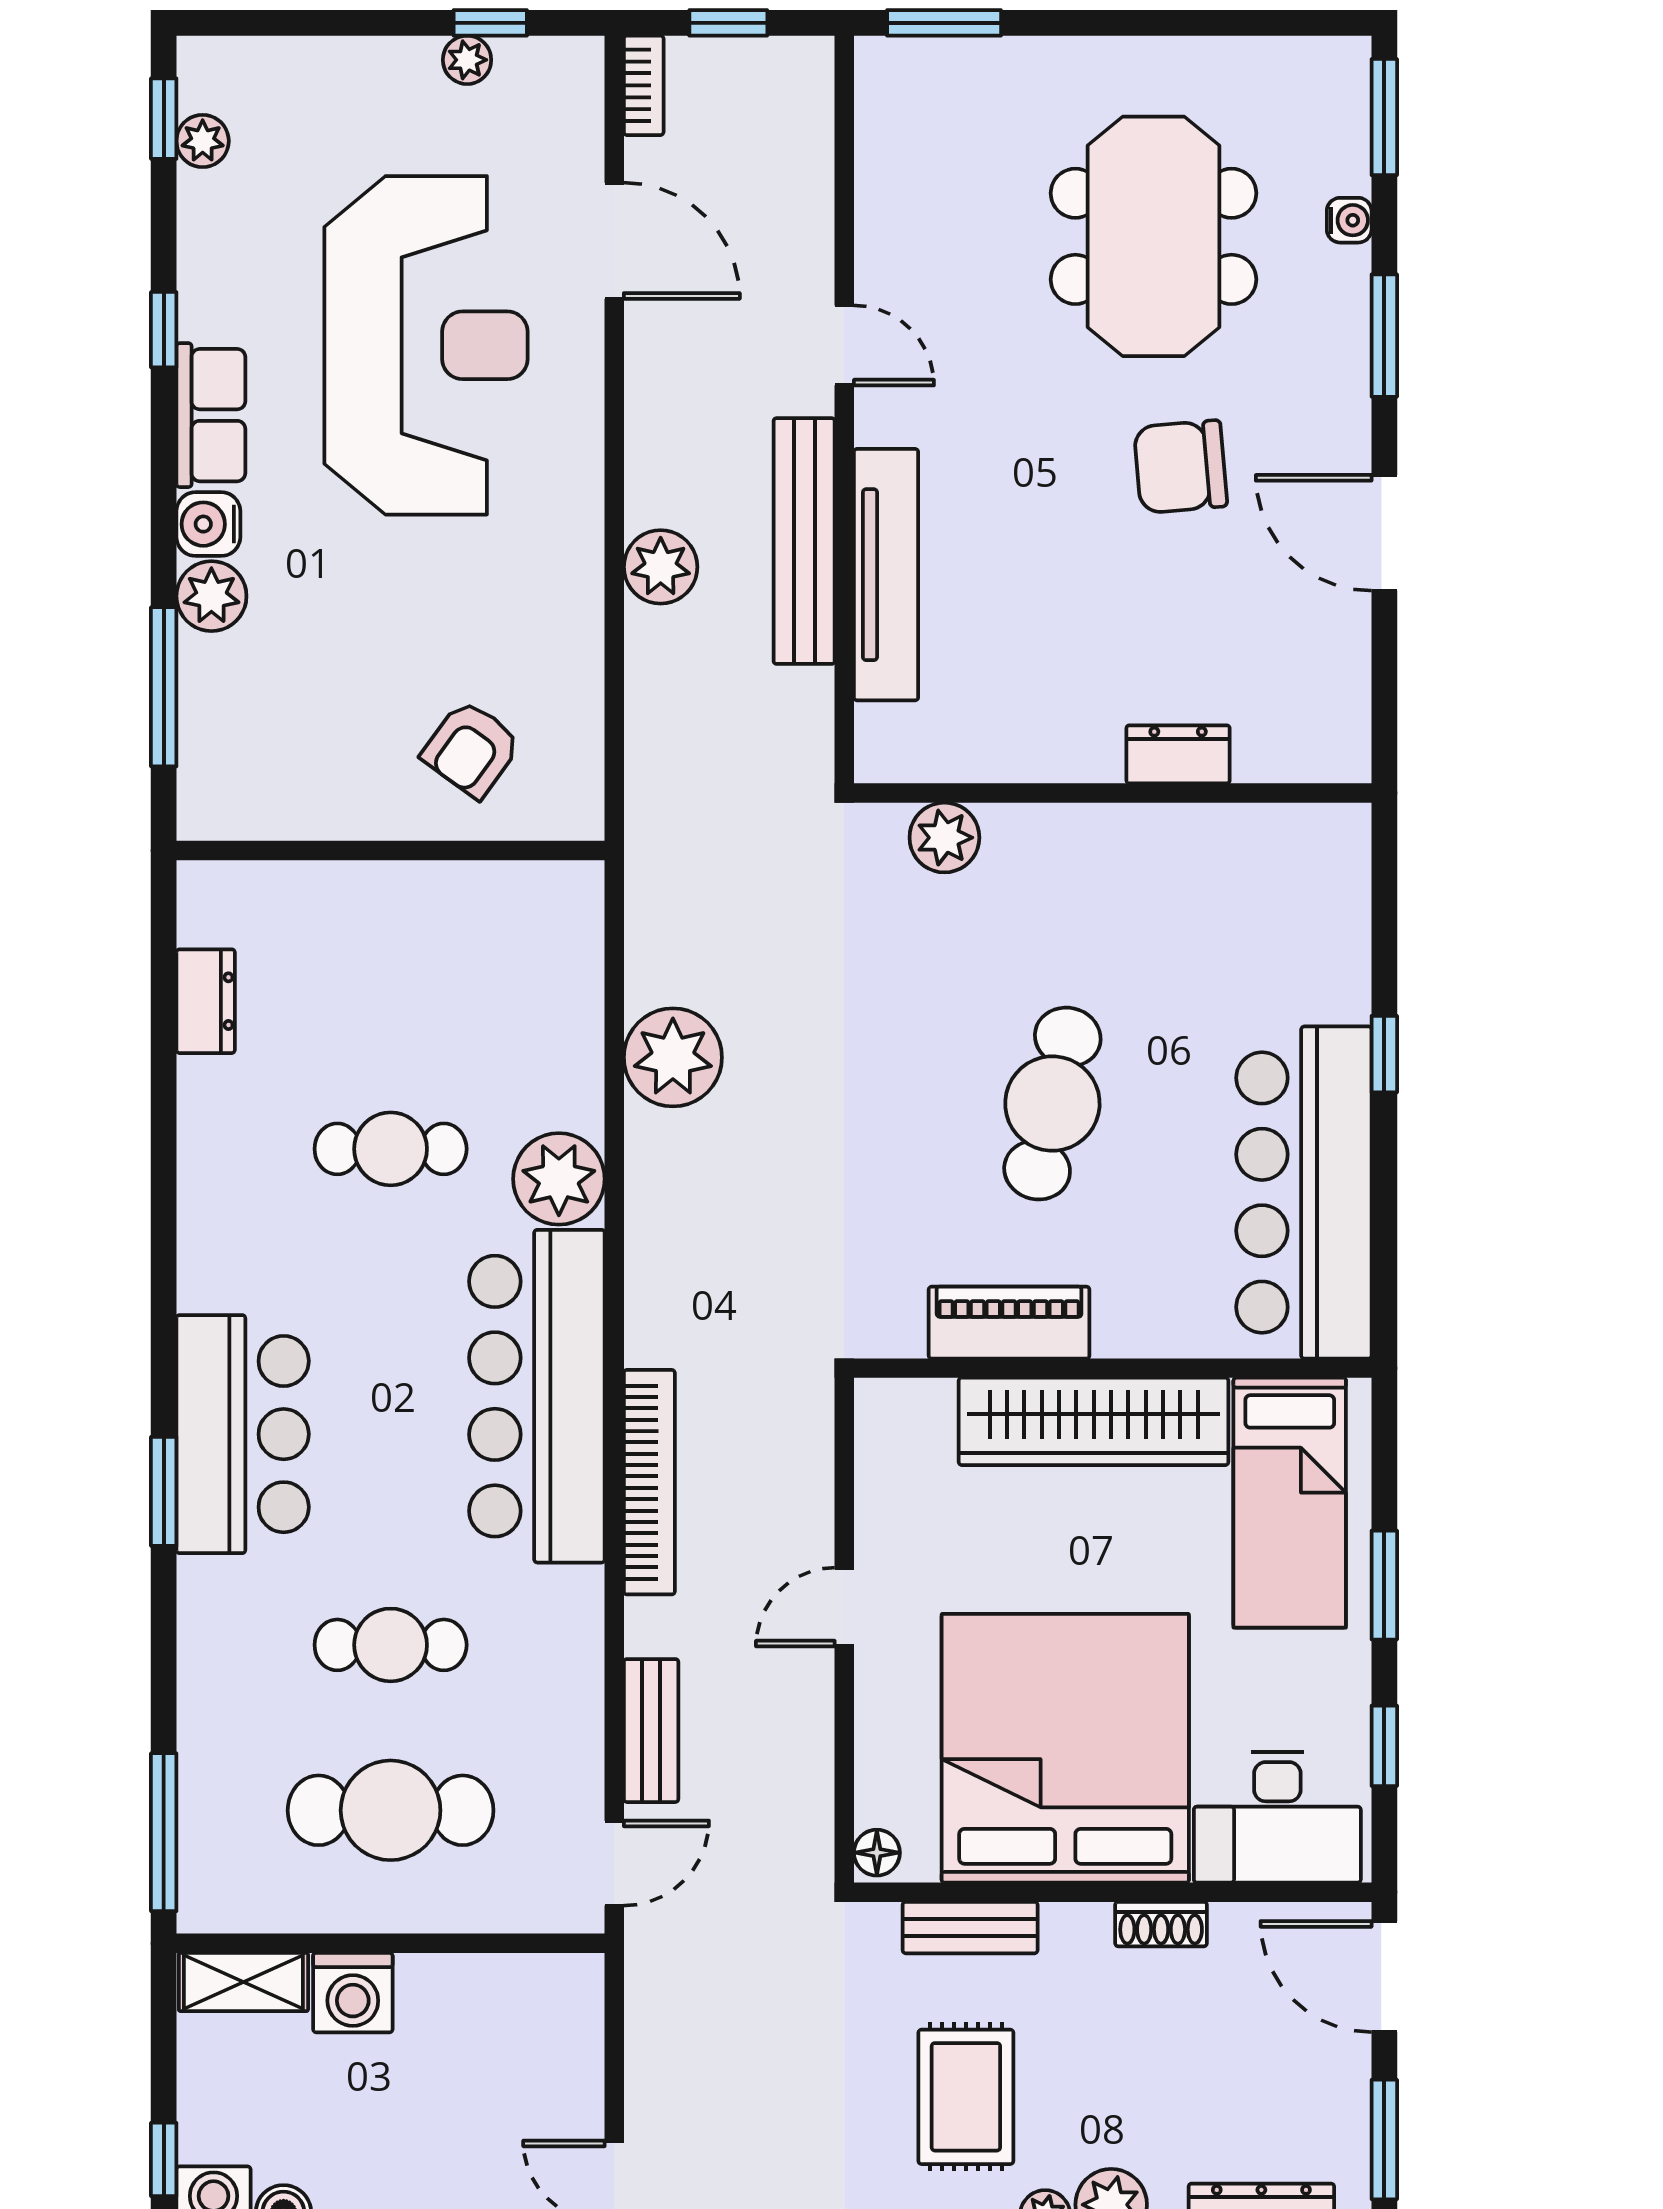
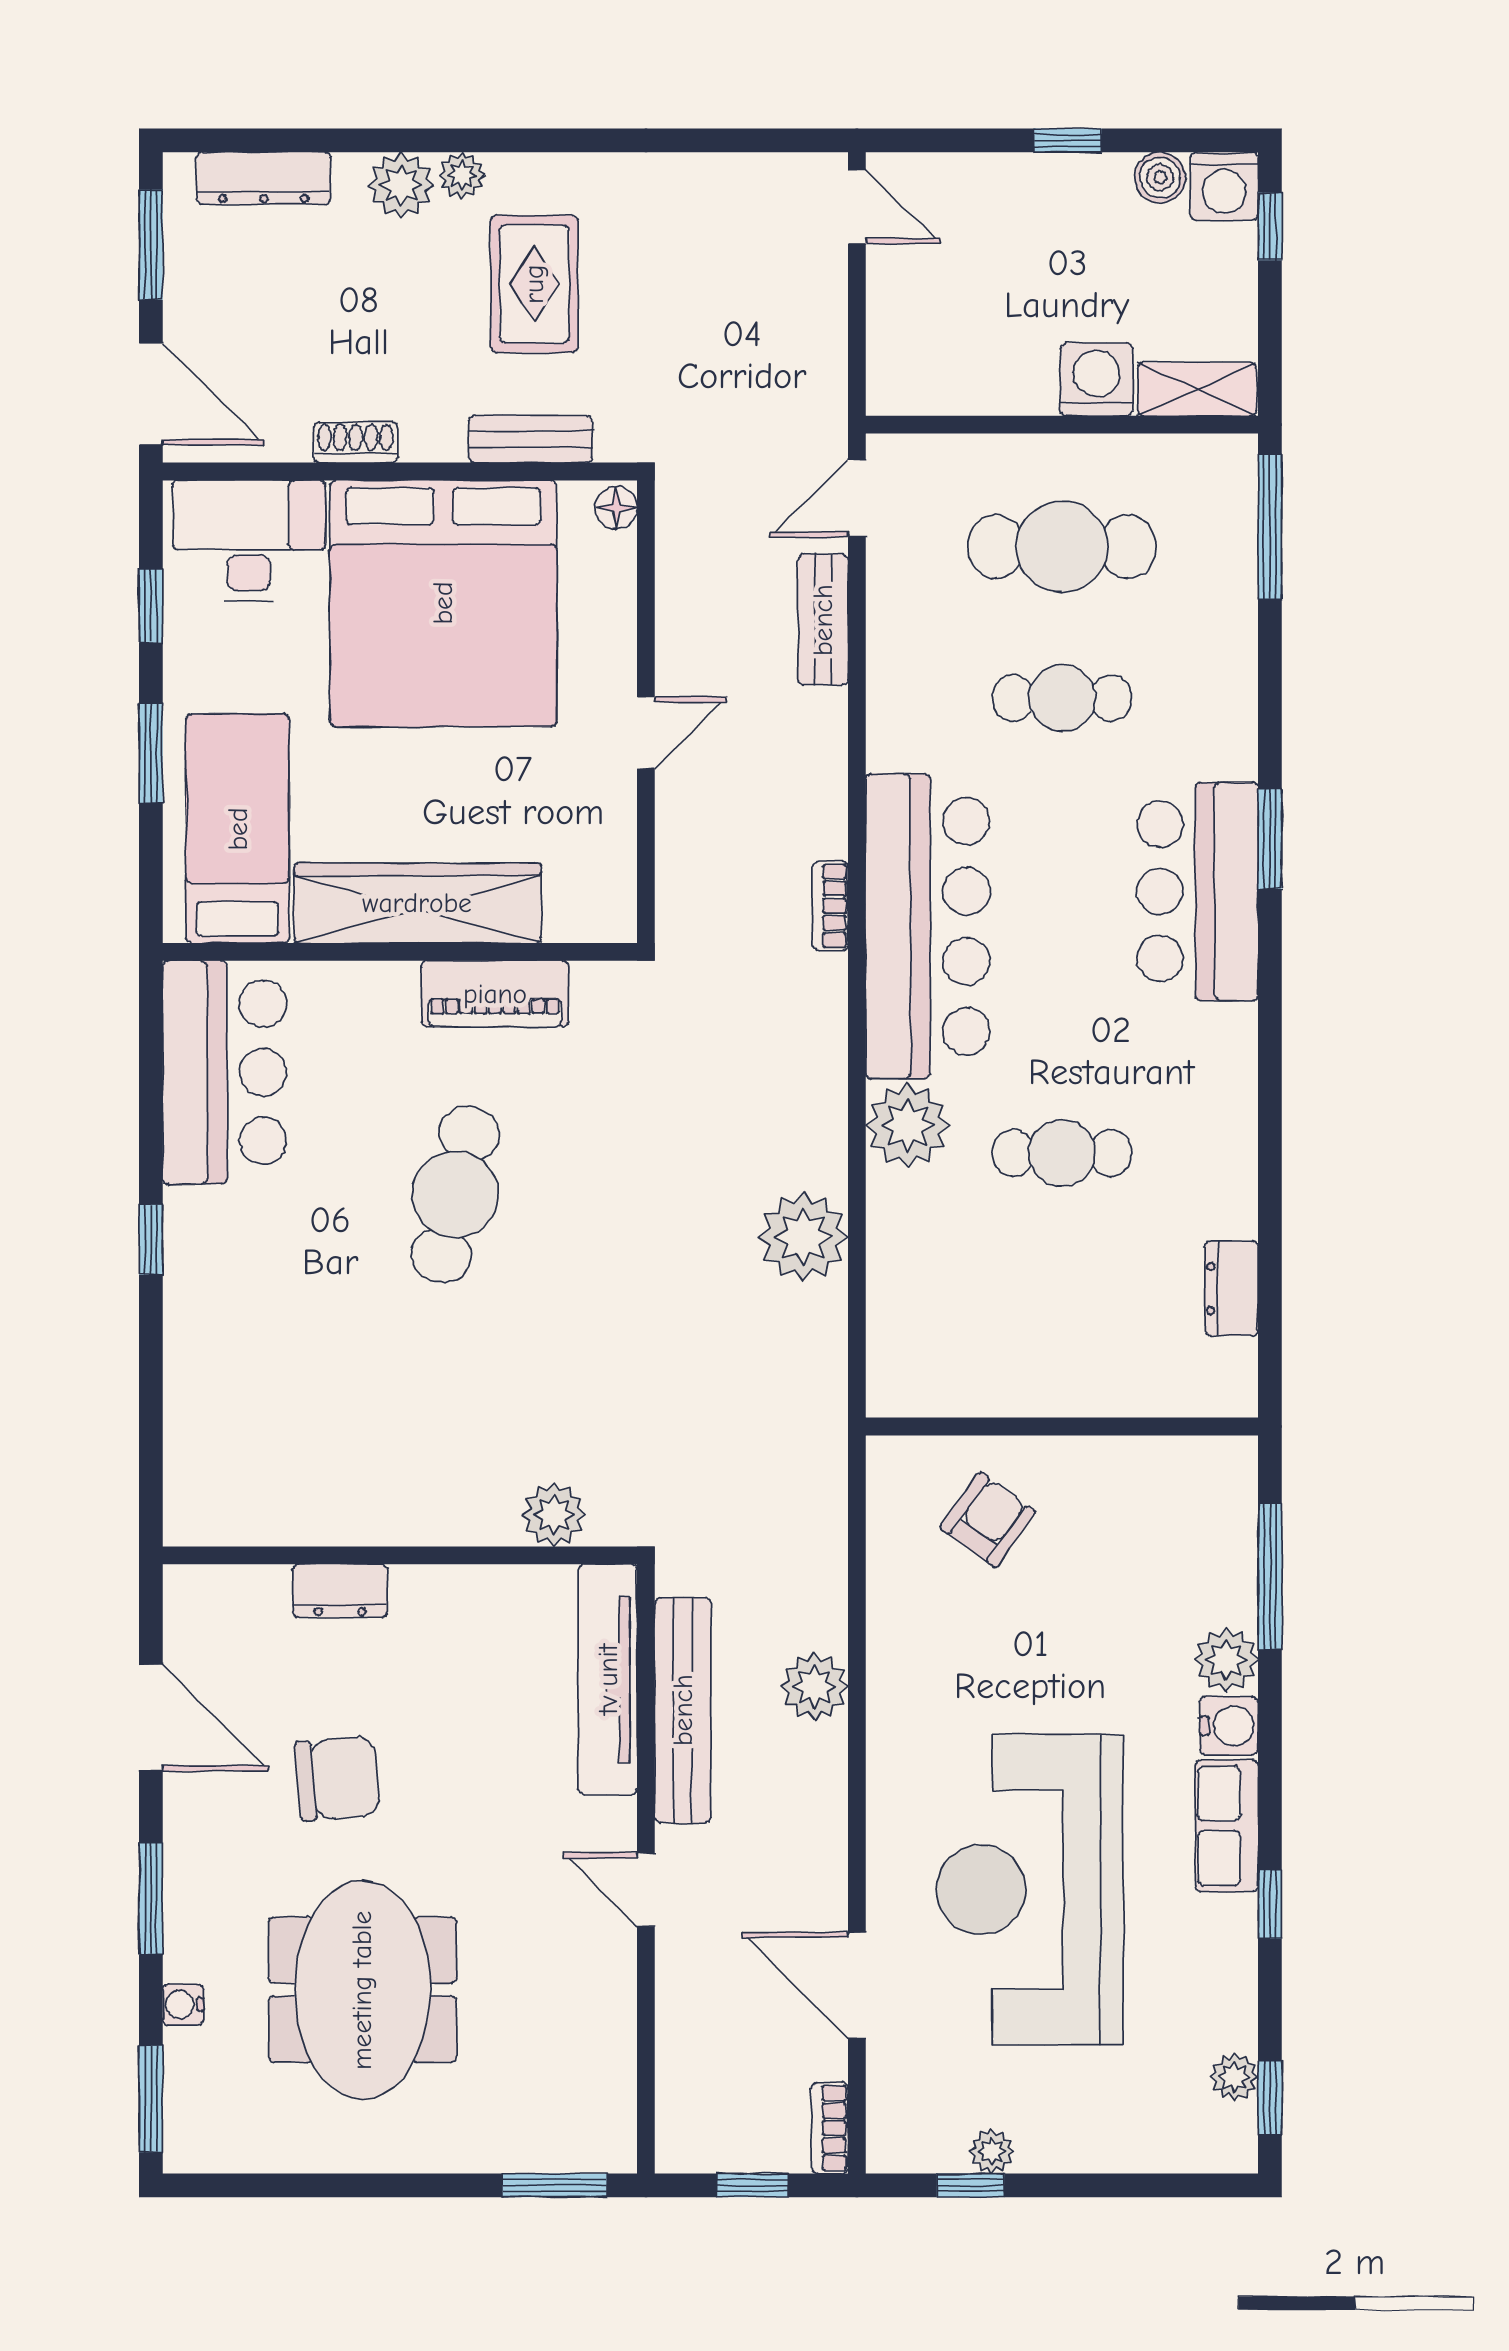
dresser: (1178, 754) -> (340, 1591), moved
wall: (1113, 793) -> (400, 1555), moved
plant: (944, 838) -> (554, 1515), moved
bar counter: (1304, 1193) -> (225, 1072), width x0.73
bookcase: (649, 1482) -> (830, 906), width x0.43, depth x0.76

